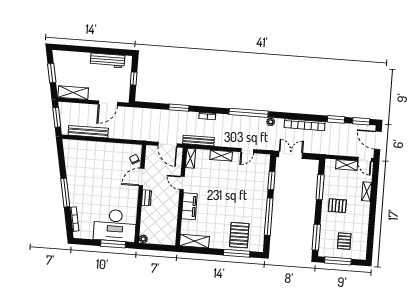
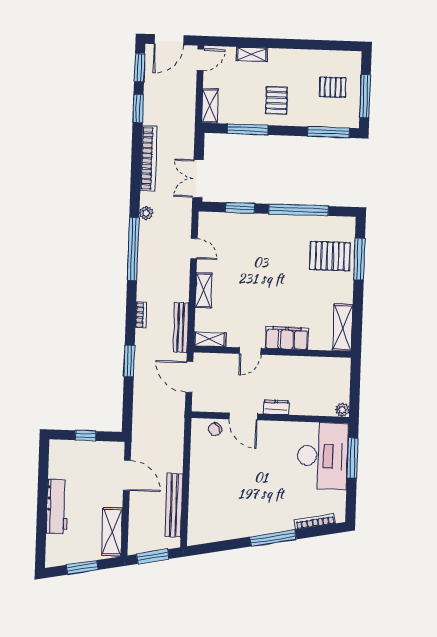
workbench: (107, 60) -> (57, 506), moved
door: (168, 145) -> (189, 377), swing flipped
shelving: (347, 165) -> (210, 106), moved

